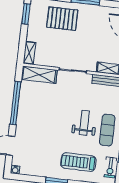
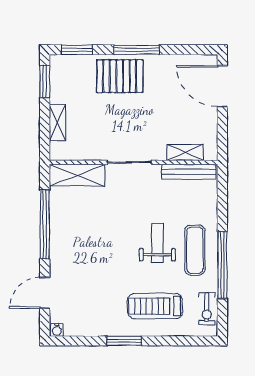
pallet: (62, 19) -> (120, 76), moved
shelving: (29, 53) -> (57, 123), moved

